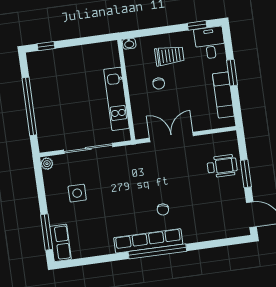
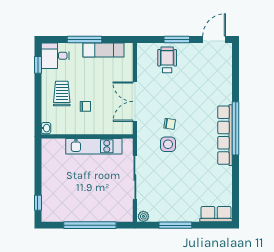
window: (232, 73) -> (85, 40), width x1.44
side table: (77, 193) -> (168, 144), moved
chair: (163, 209) -> (170, 124), moved
window: (47, 232) -> (175, 225), moved

